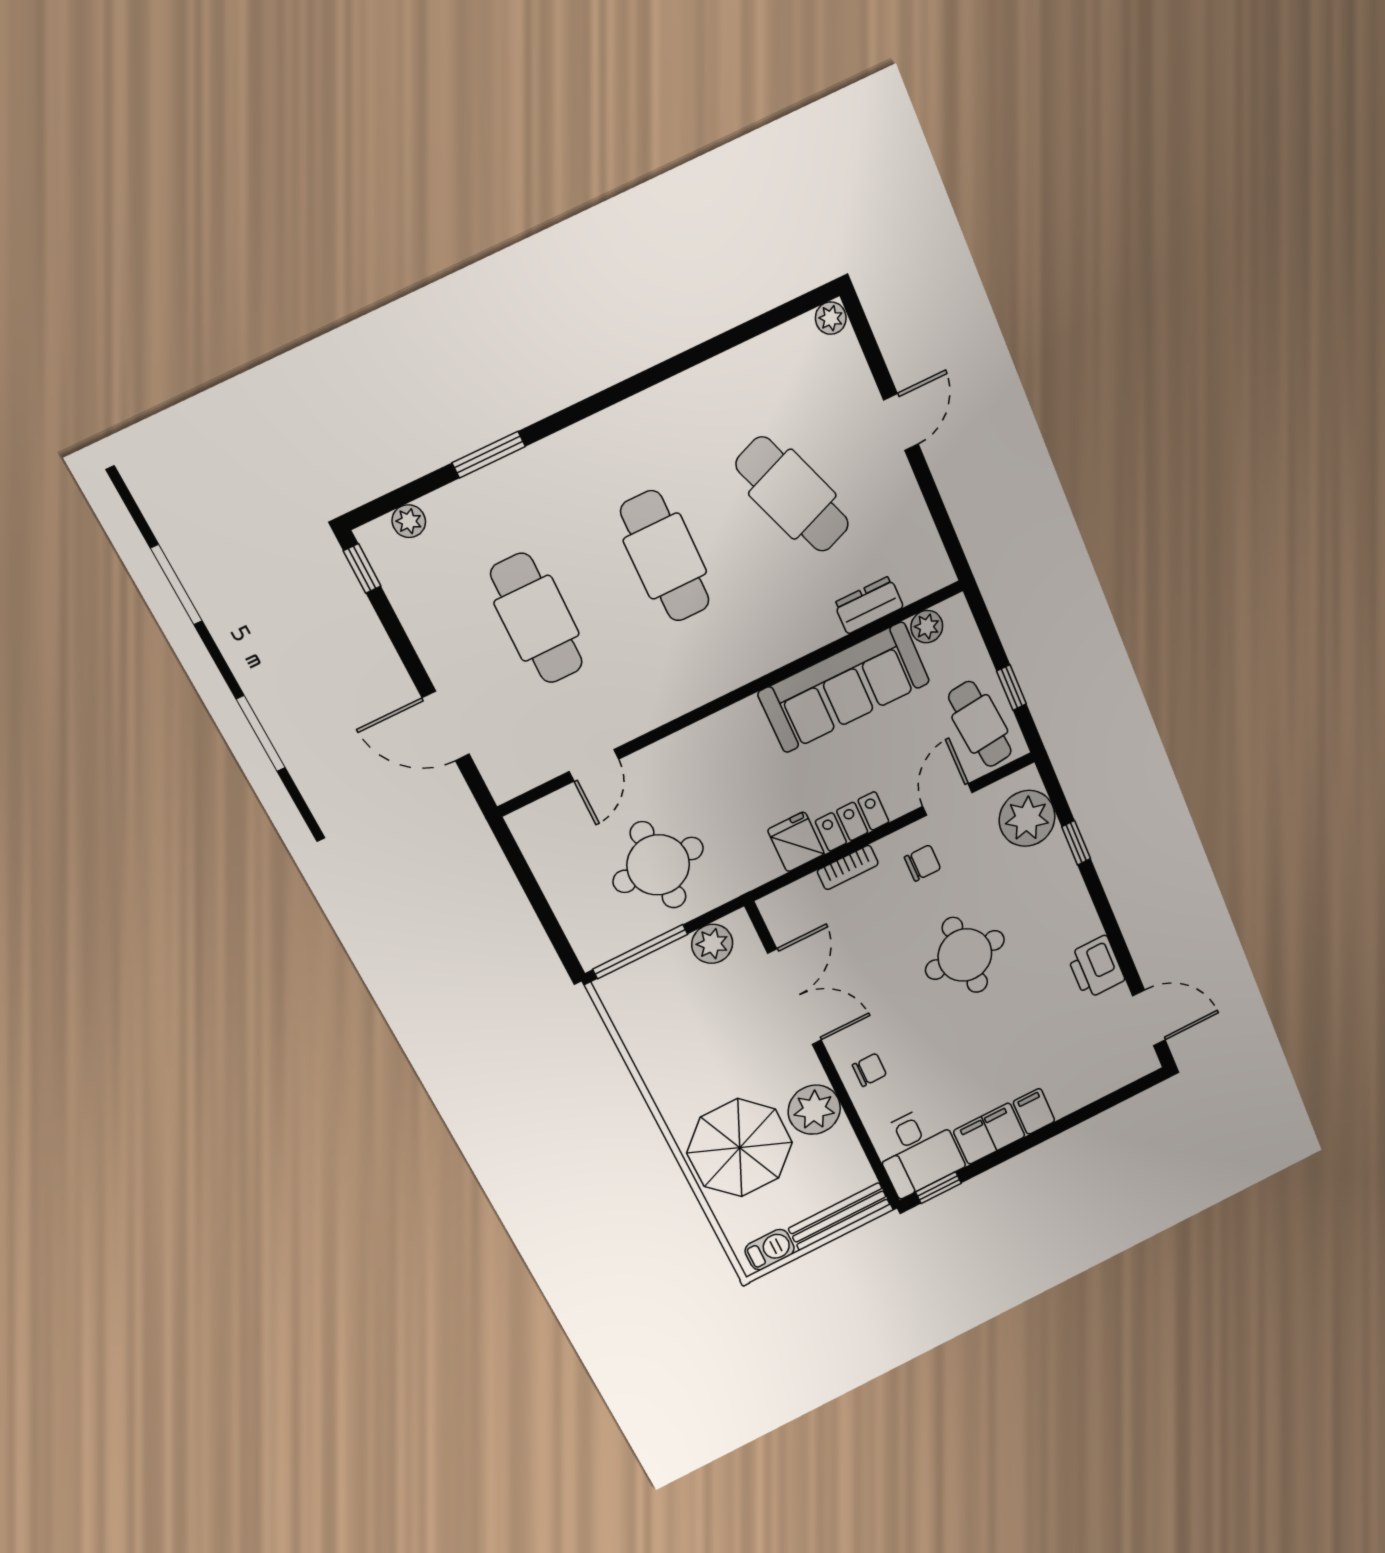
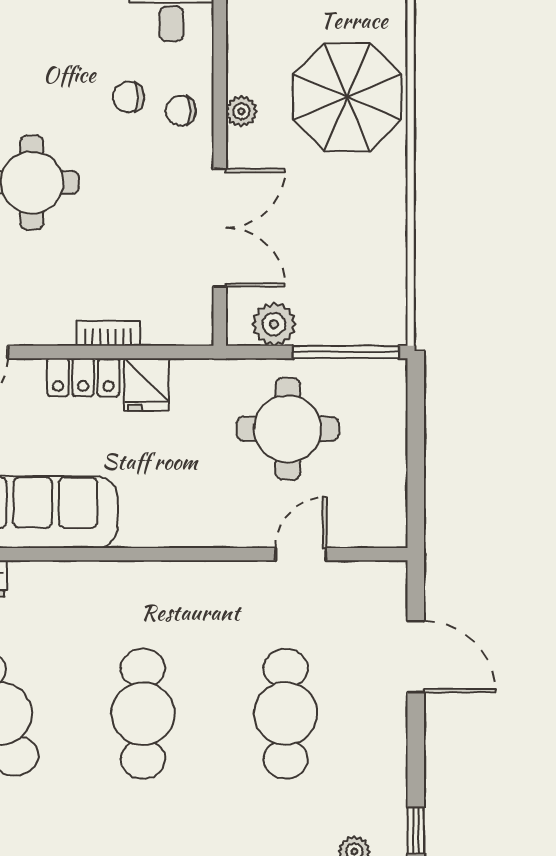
chair: (922, 863) -> (129, 97), moved
double door: (795, 997) -> (220, 228), swing flipped
plant: (814, 1110) -> (241, 111), width x0.53, depth x0.53

